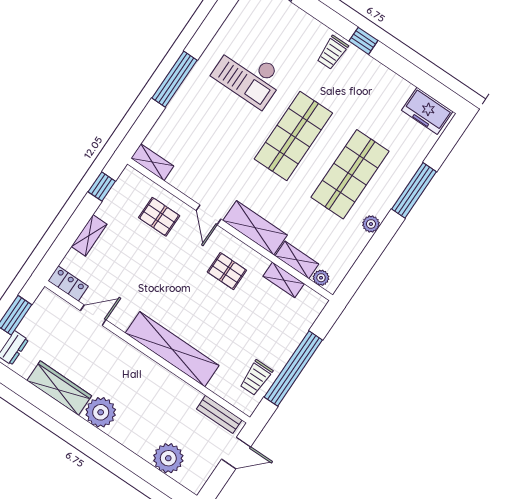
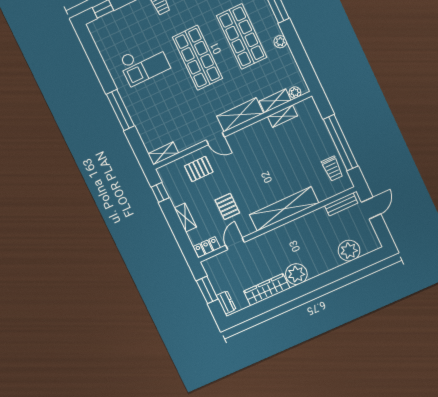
pallet: (227, 271) -> (227, 207), moved, turned 90

